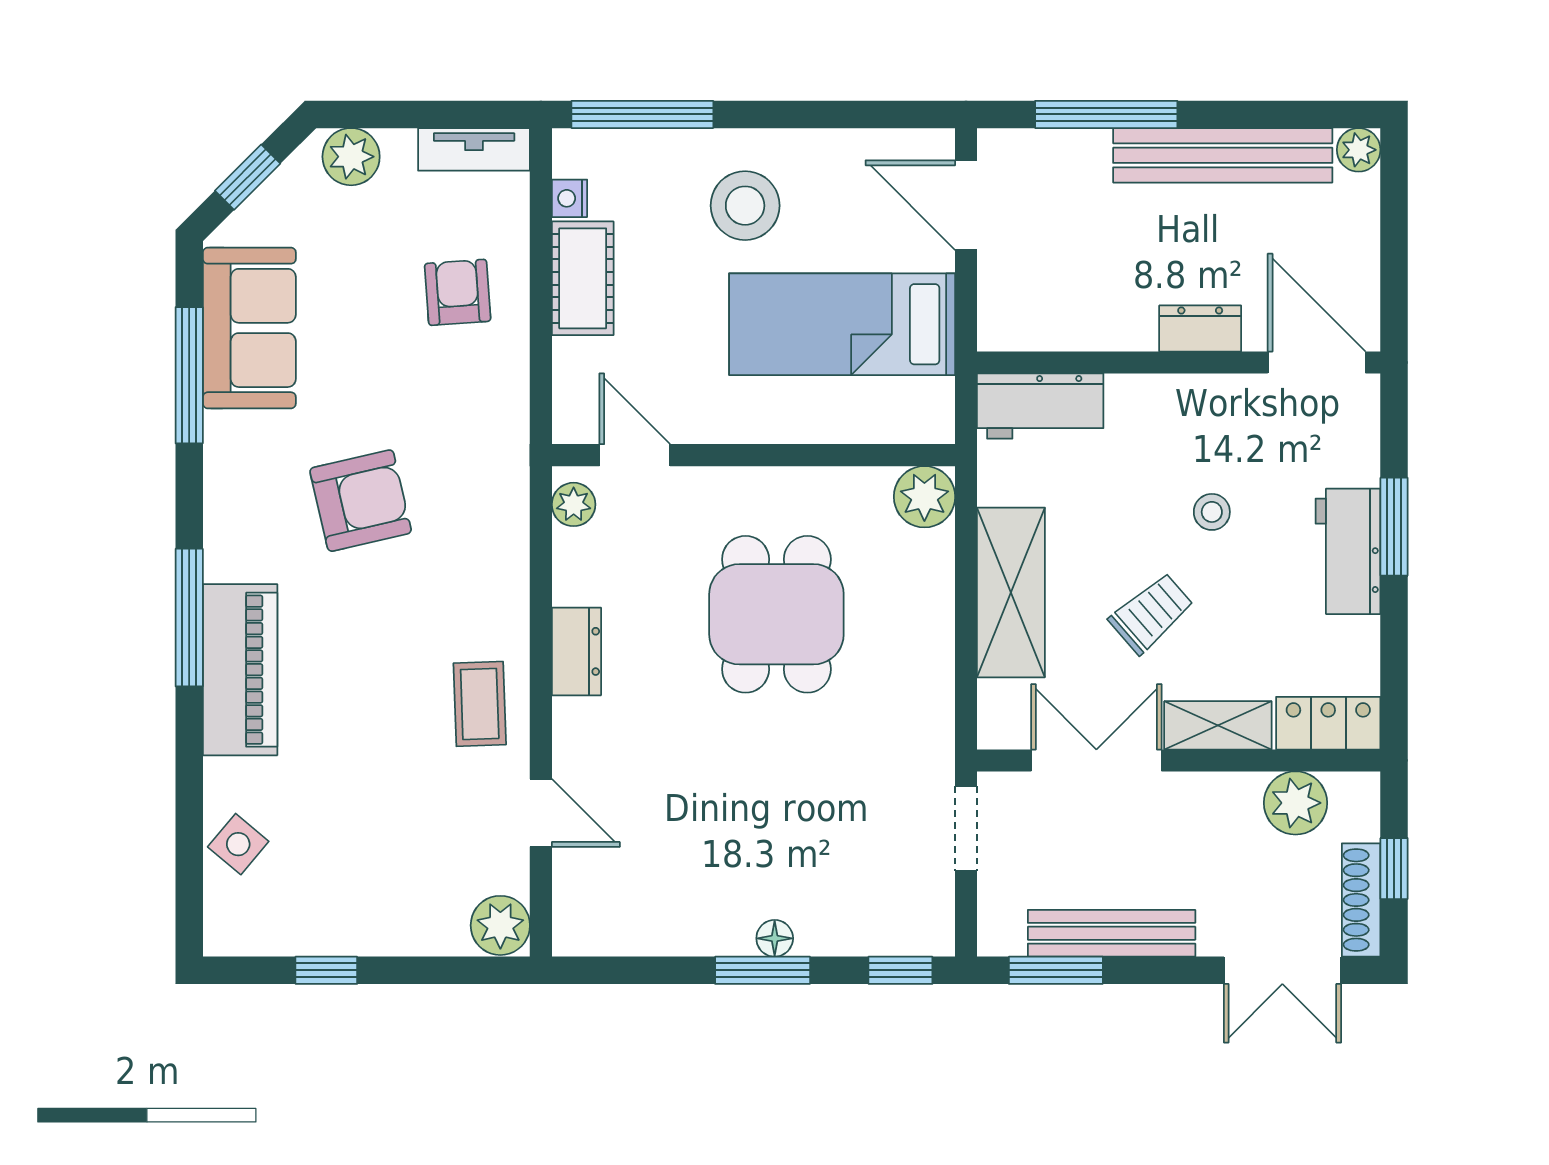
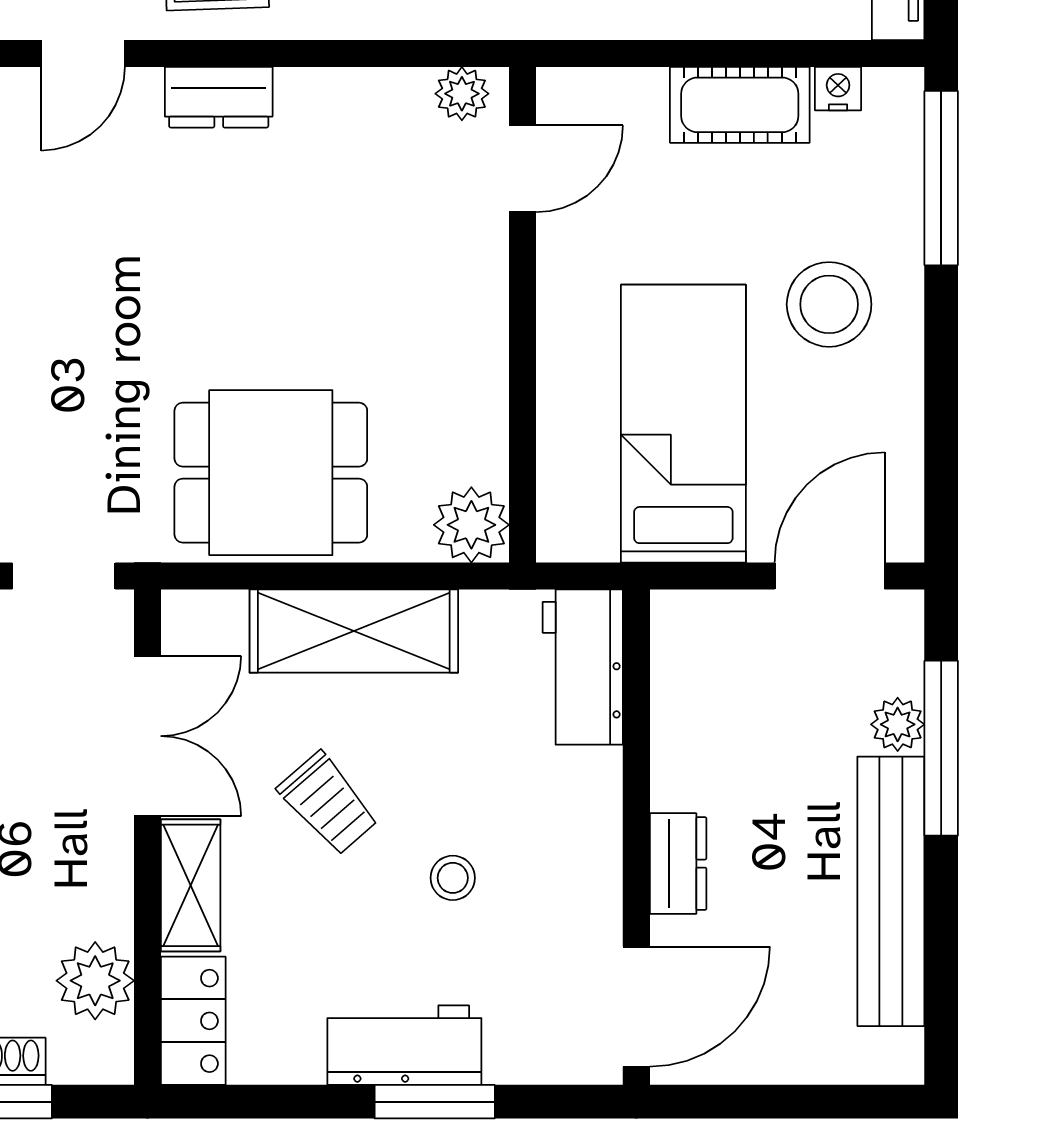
plant: (1359, 150) -> (898, 724), moved
dining table: (776, 614) -> (271, 473), moved
dresser: (576, 651) -> (219, 97), moved

